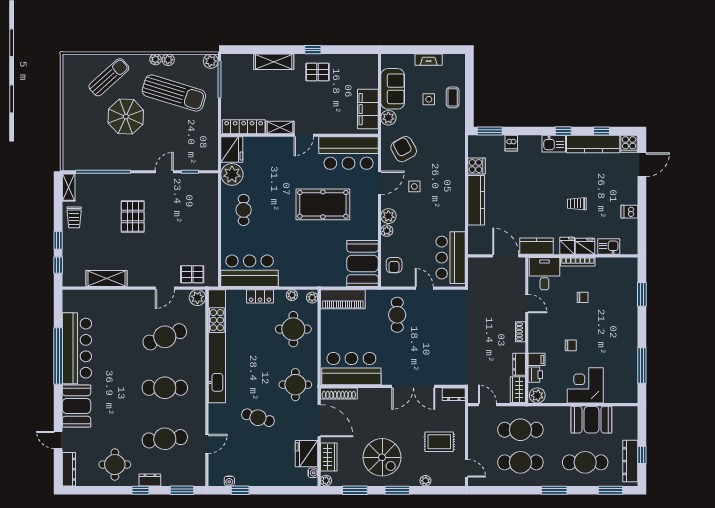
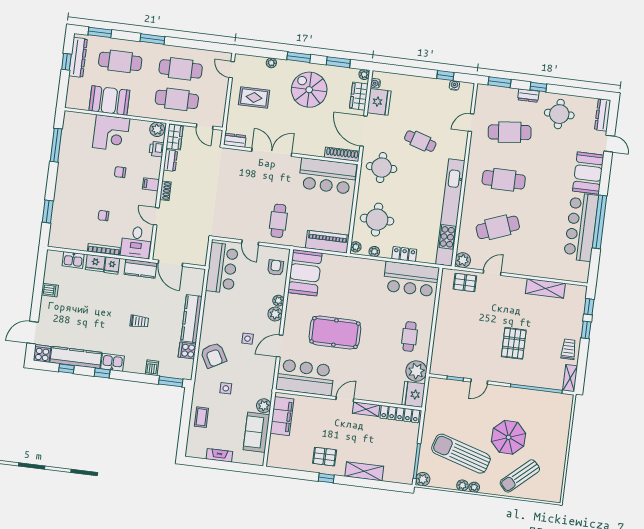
side table: (429, 99) -> (226, 388), moved
armchair: (404, 149) -> (213, 355), moved
trolley: (577, 204) -> (139, 321), moved
filing cabinet: (537, 359) -> (151, 184), moved

